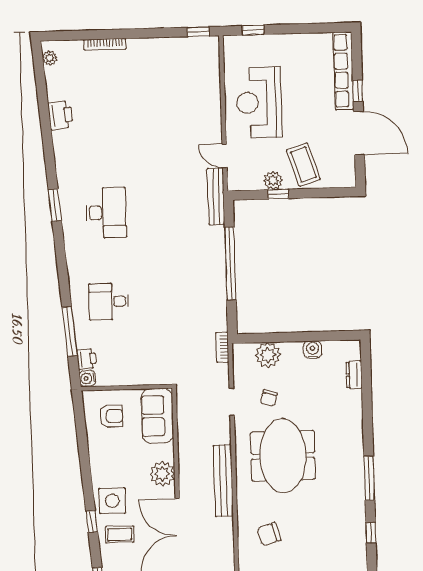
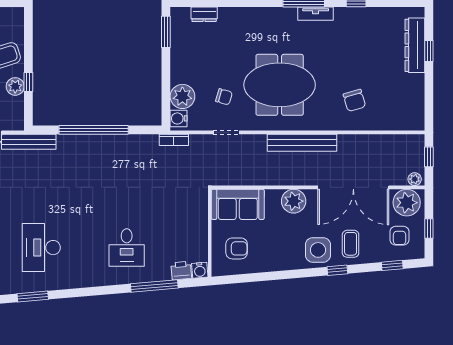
desk: (106, 213) -> (41, 248), turned -90
window: (335, 336) -> (166, 32), added
water cooler: (313, 350) -> (179, 118), moved
armchair: (111, 416) -> (237, 248), turned 90
tv unit: (358, 491) -> (316, 14), added

